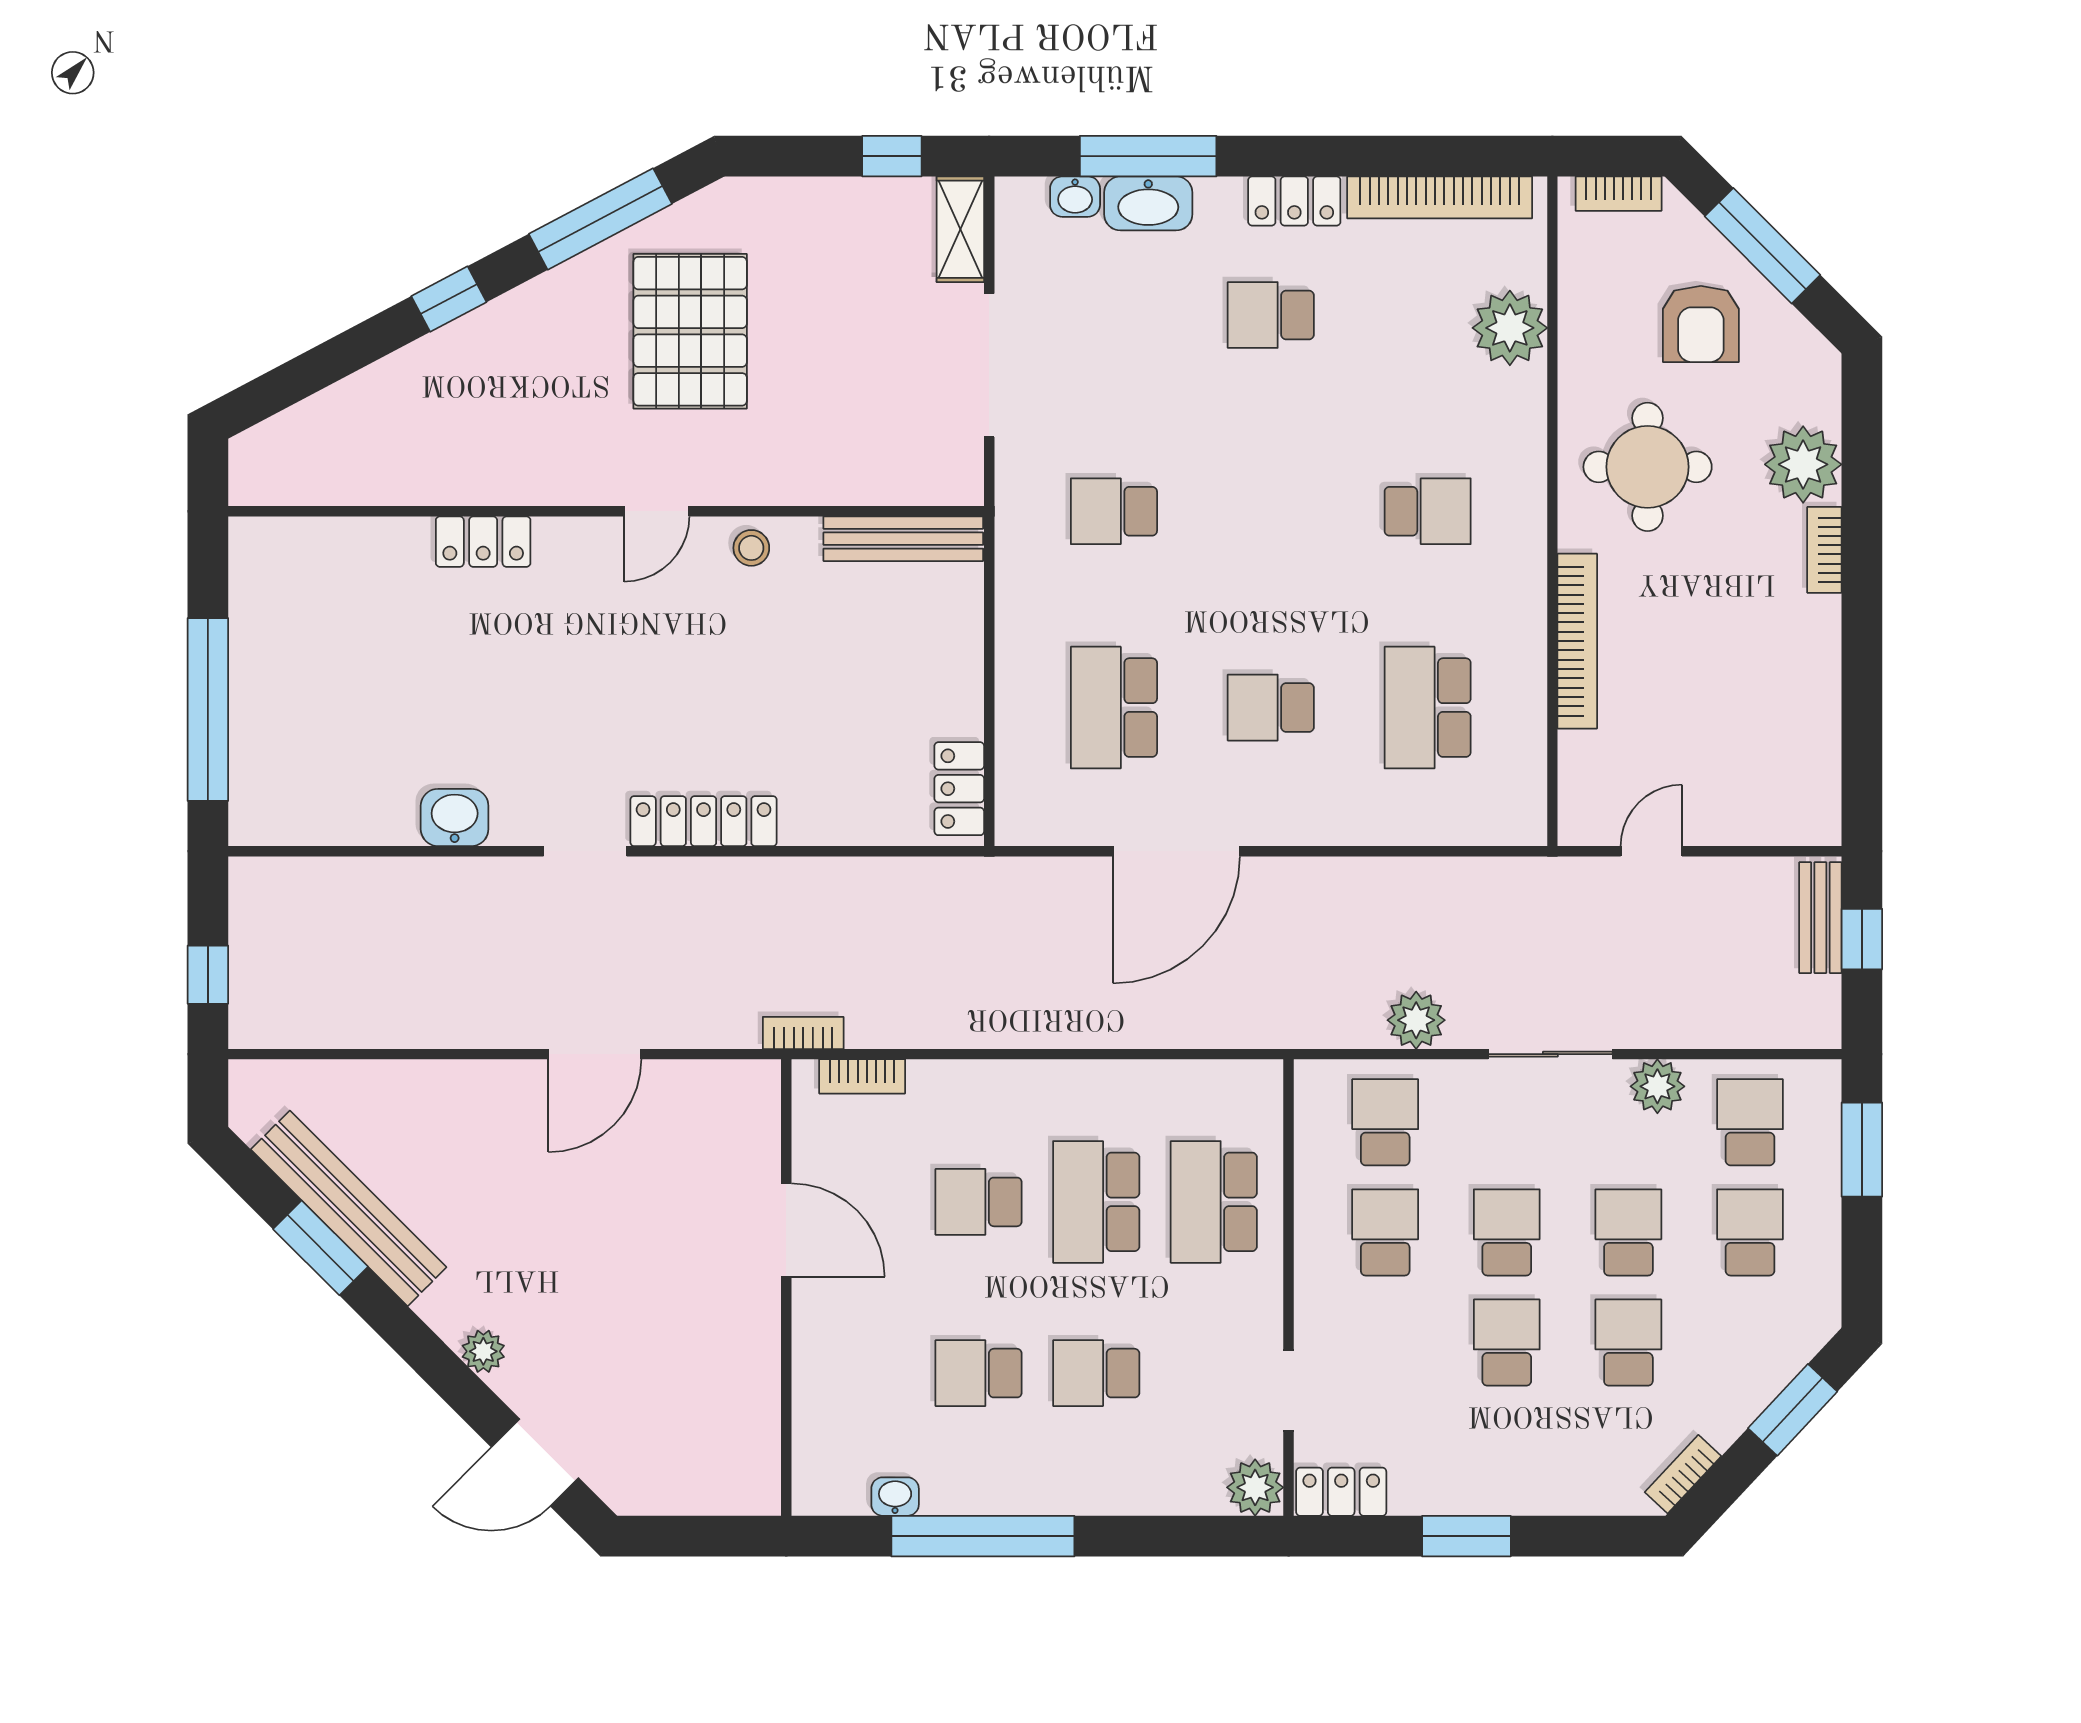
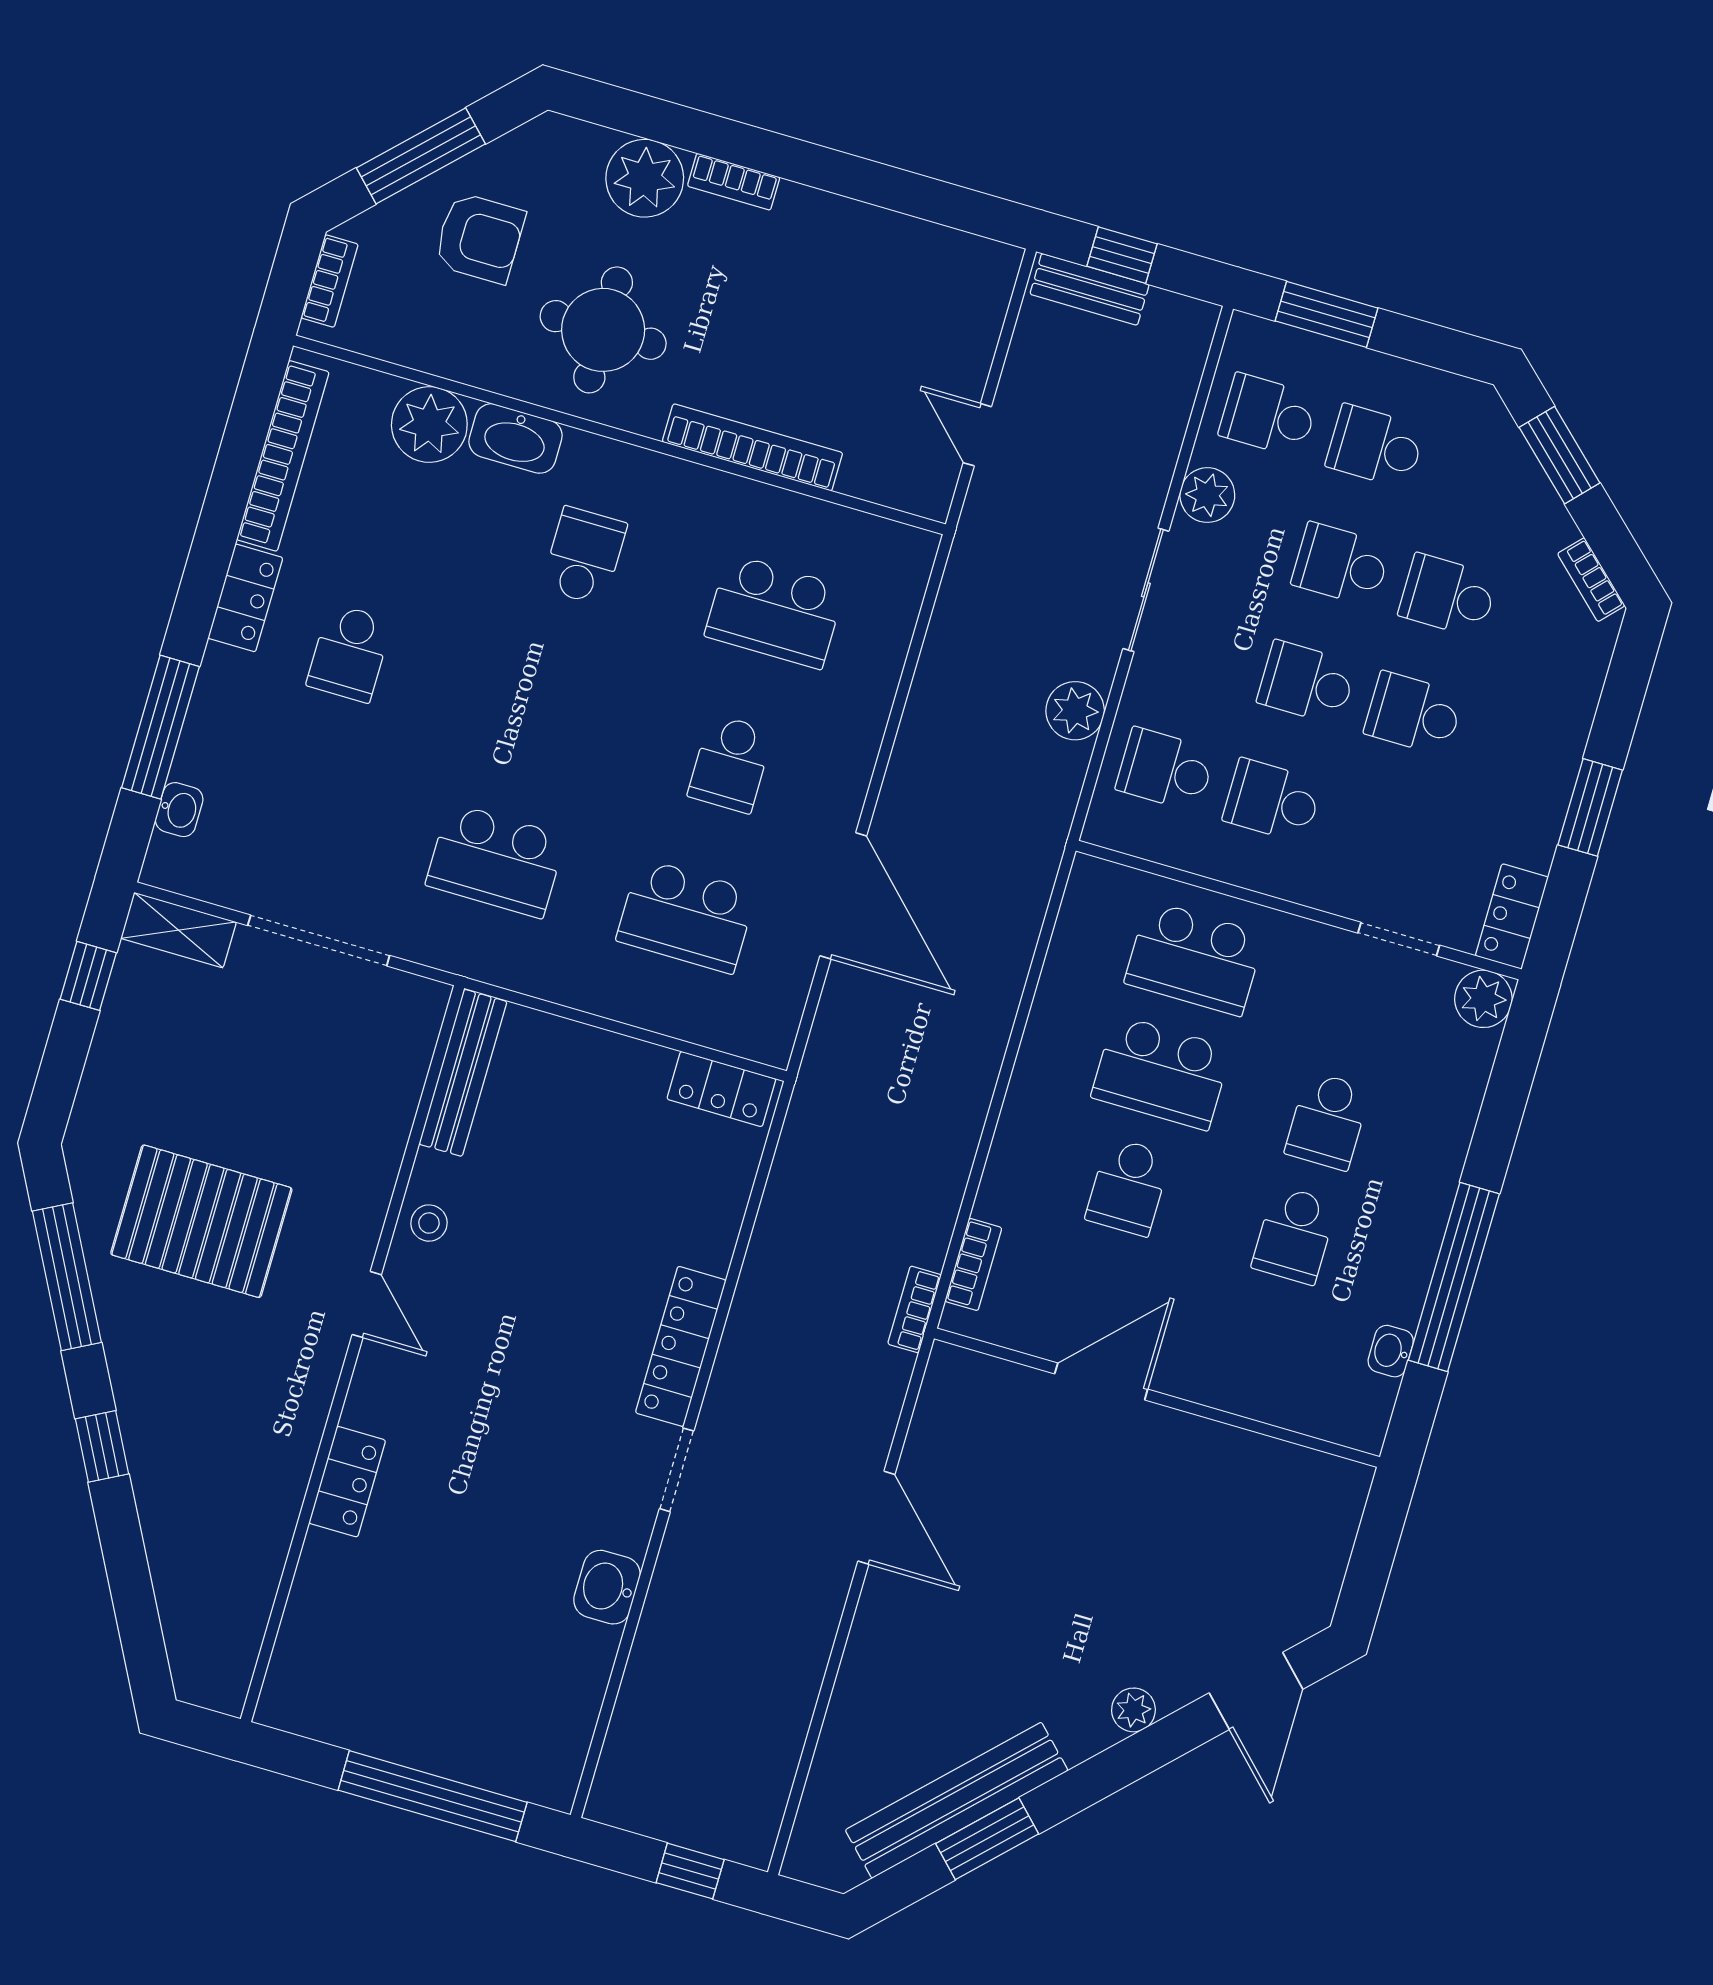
washbasin: (1148, 203) -> (516, 438), moved, turned 90
school desk: (1114, 511) -> (496, 861), width x1.85

